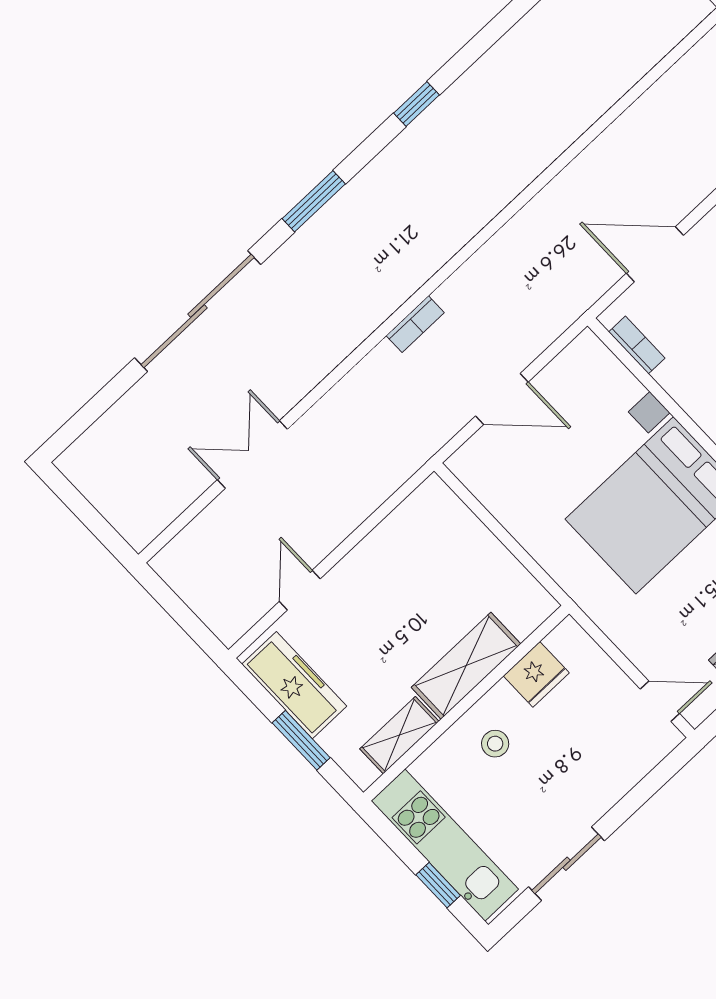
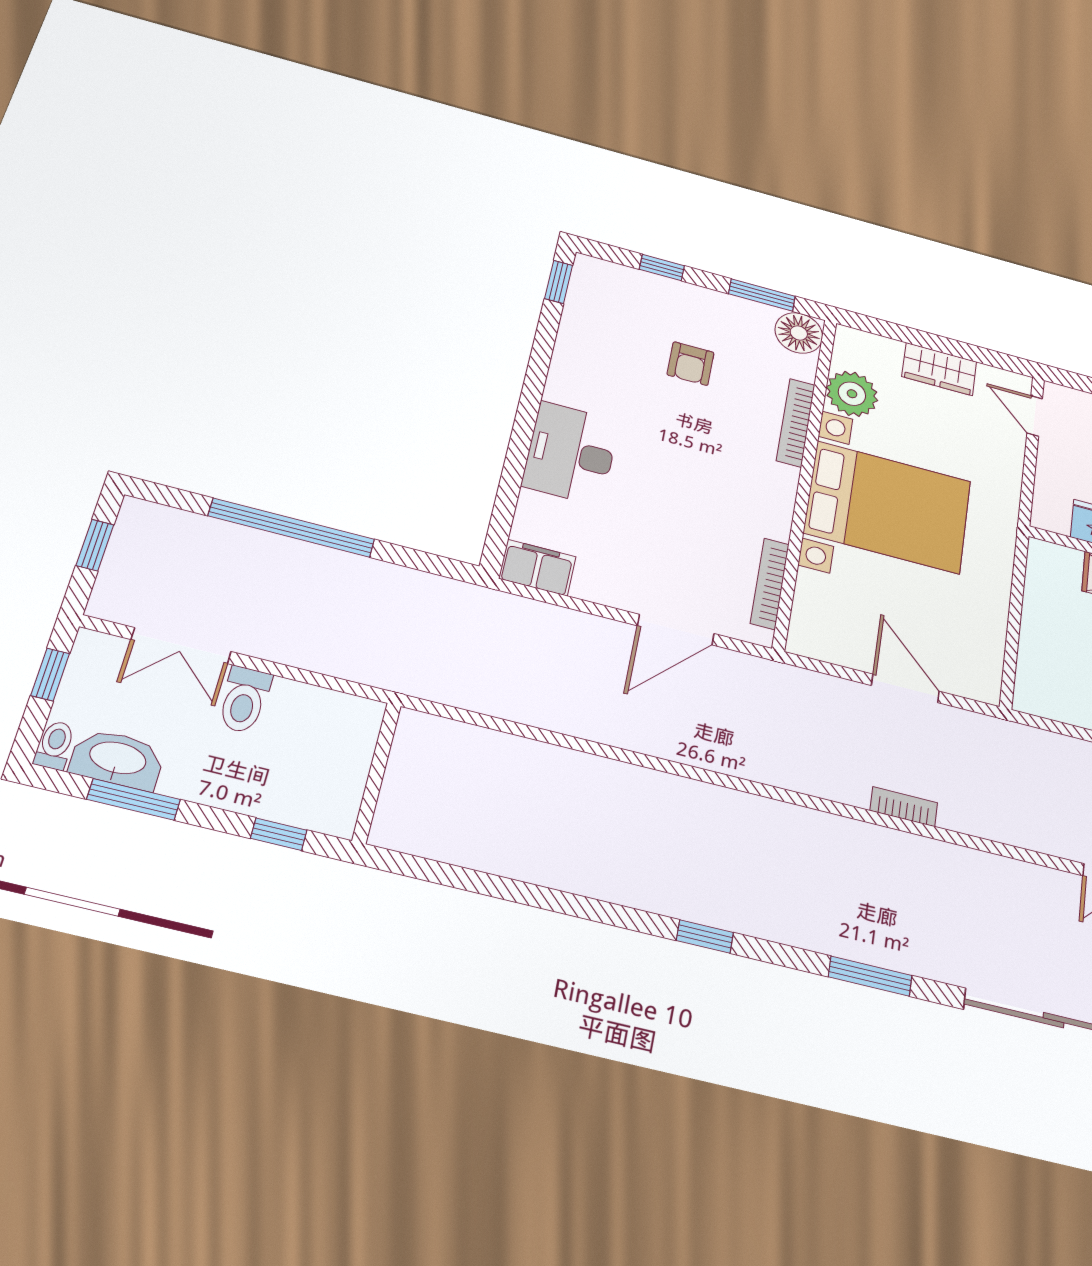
door: (655, 254) -> (676, 630), hinge flipped
bookcase: (637, 345) -> (770, 584), width x1.56

